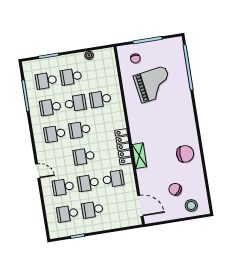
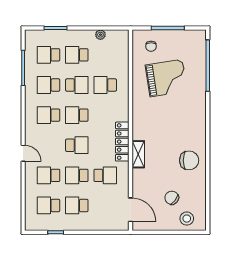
school desk: (84, 156) -> (77, 145), turned 180

